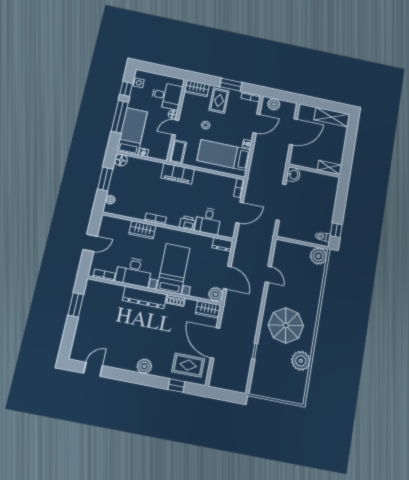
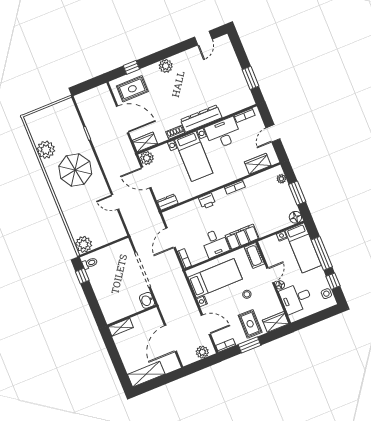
door: (256, 124) -> (206, 325), swing flipped
desk: (208, 221) -> (215, 243), moved, turned 180
wardrobe: (142, 230) -> (258, 164), moved

